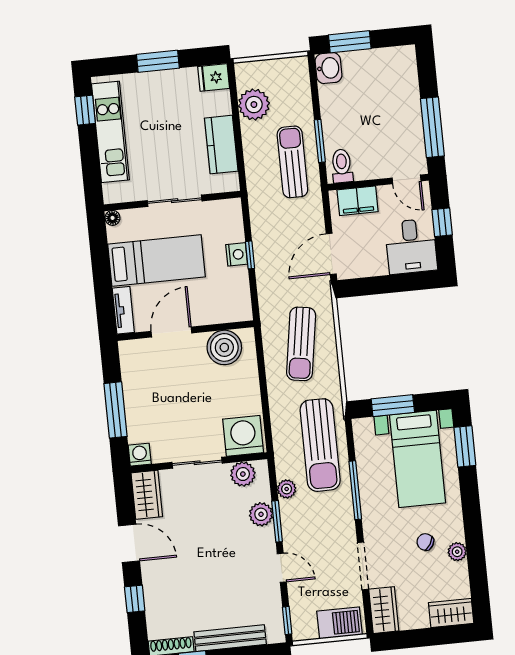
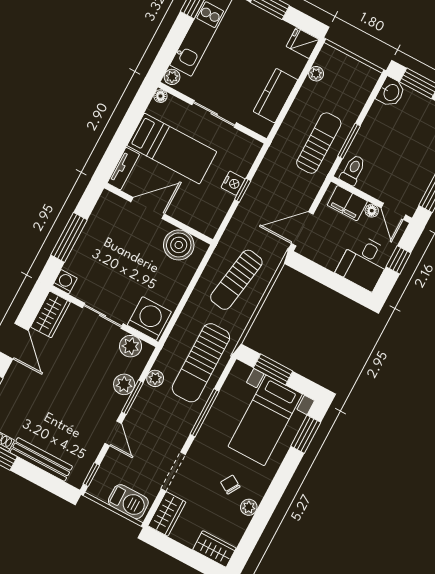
plant: (254, 105) -> (316, 74), width x0.53, depth x0.53
plant: (111, 192) -> (172, 77), added
floor lamp: (386, 192) -> (372, 211), added

